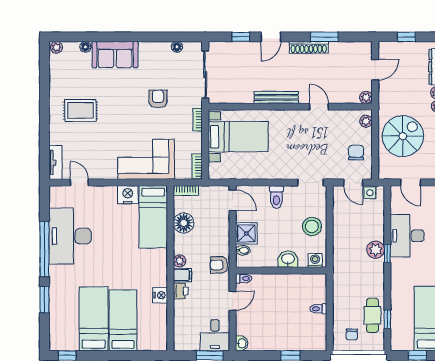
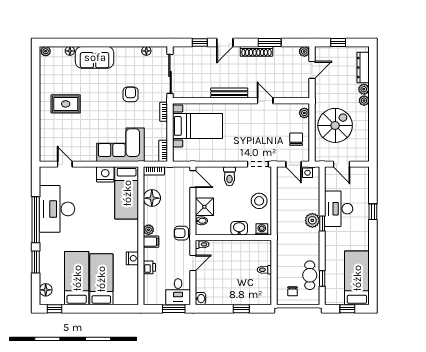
plant: (366, 97) -> (304, 51), moved
tv unit: (55, 163) -> (45, 147), removed
printer: (181, 291) -> (149, 267), moved
floor lamp: (57, 333) -> (46, 290), added

